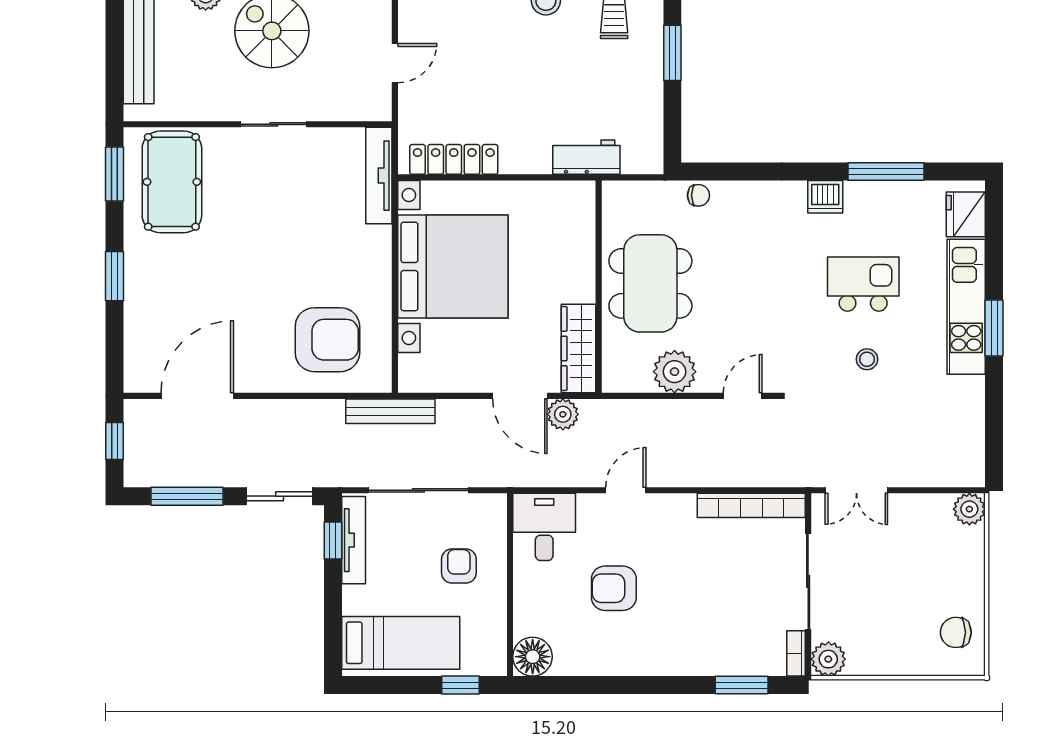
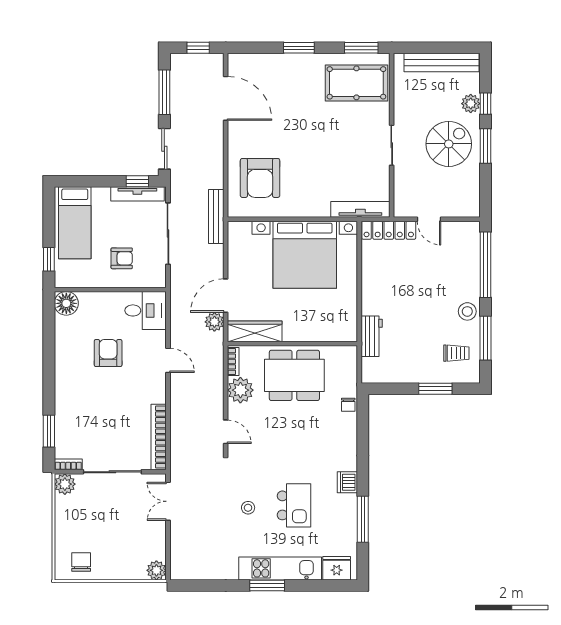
locker: (454, 159) -> (389, 230), moved, turned 90
bookcase: (628, 384) -> (233, 362), added

